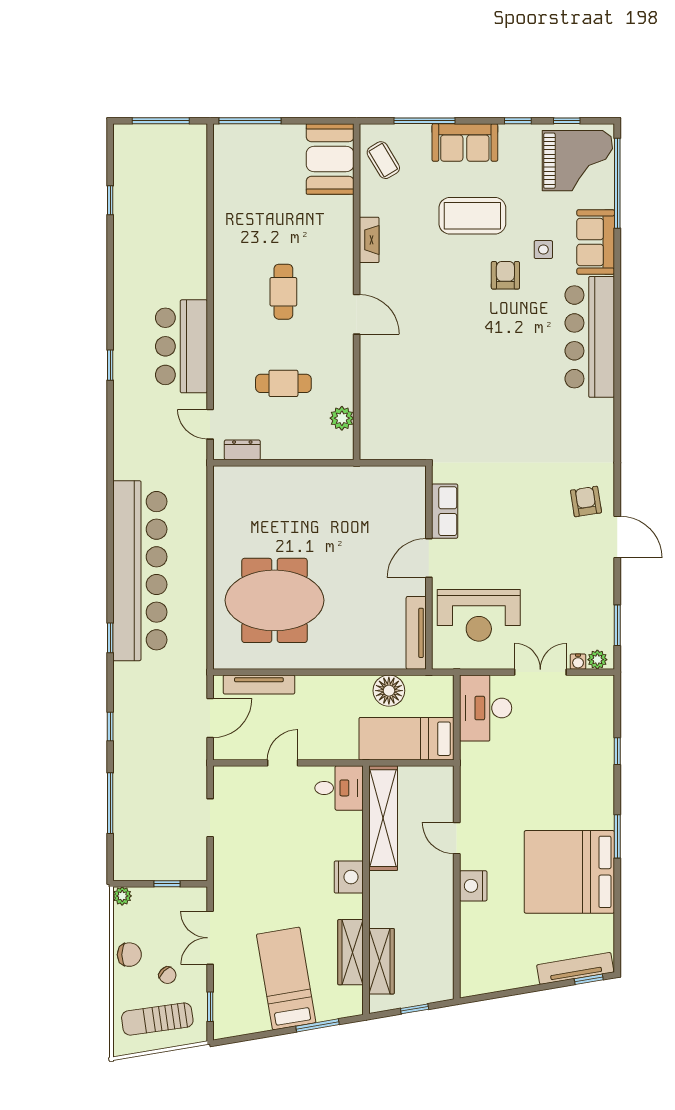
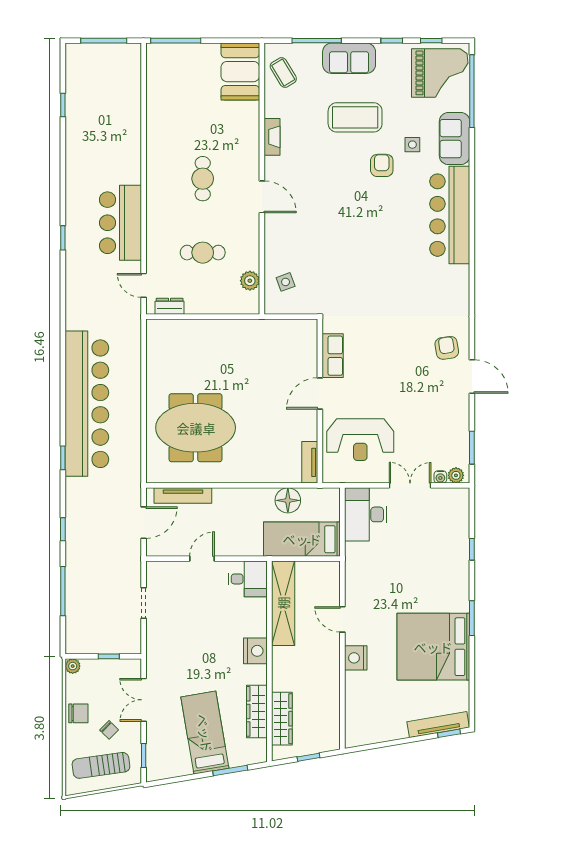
side table: (386, 420) -> (286, 282), added
tv unit: (416, 633) -> (310, 462), width x0.71

